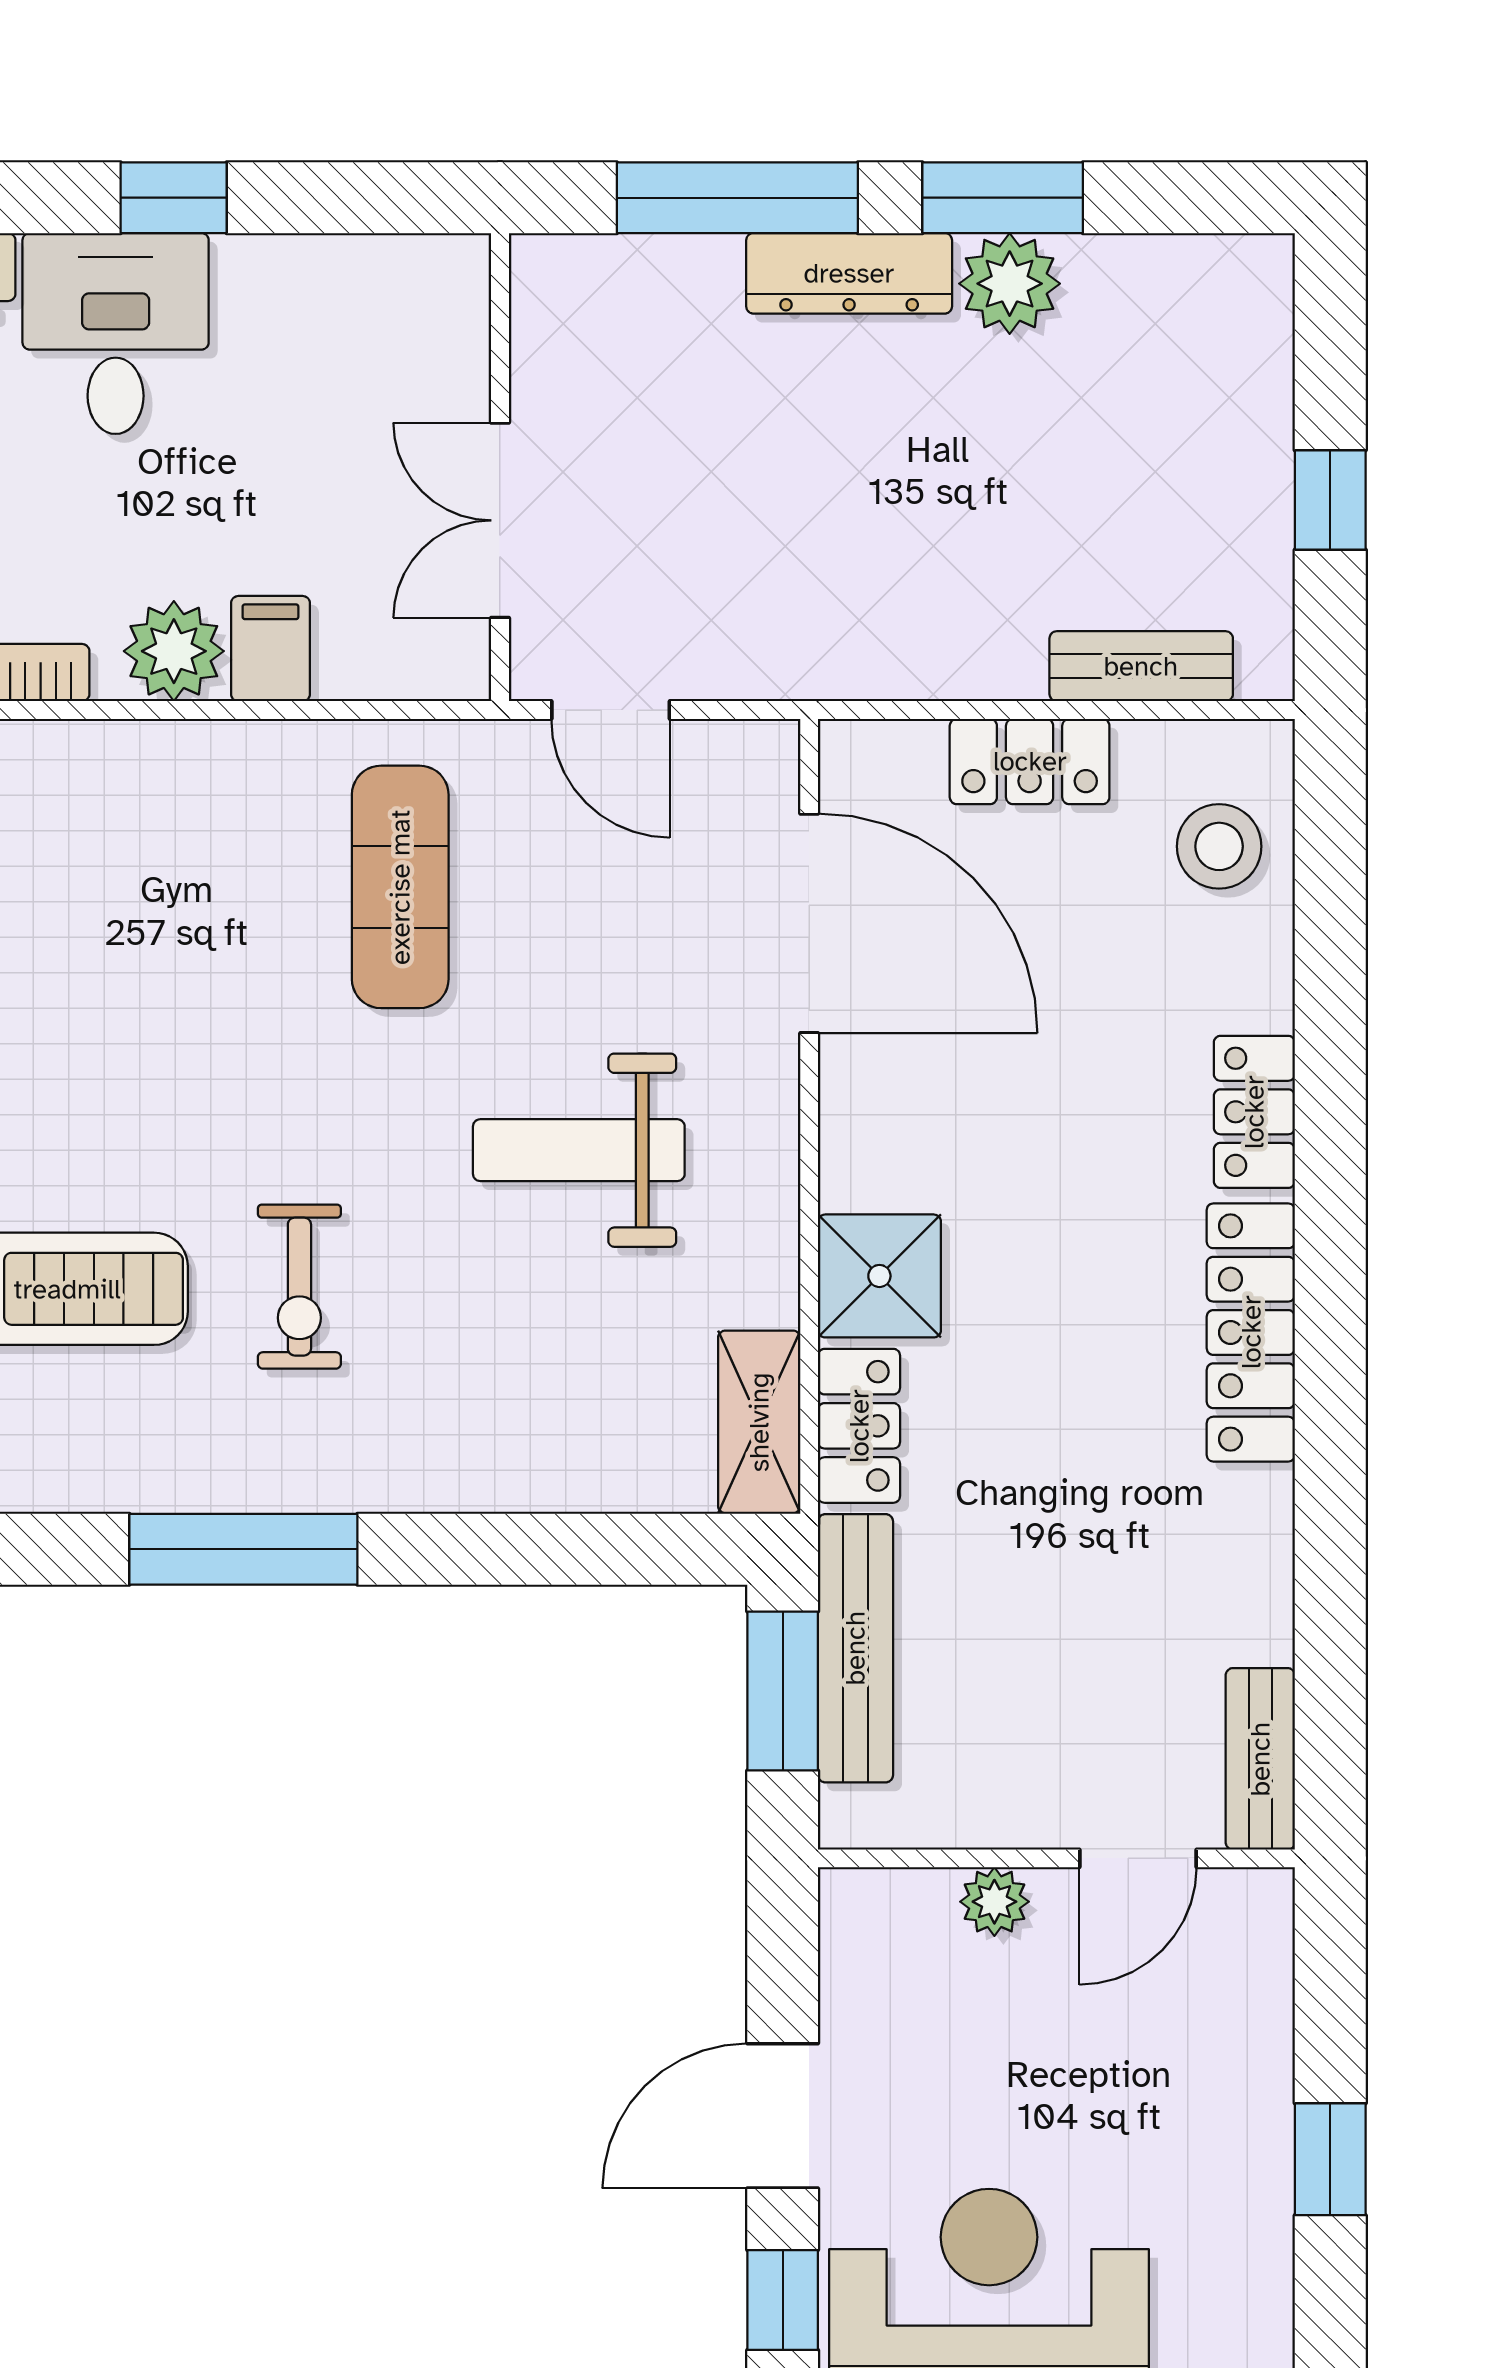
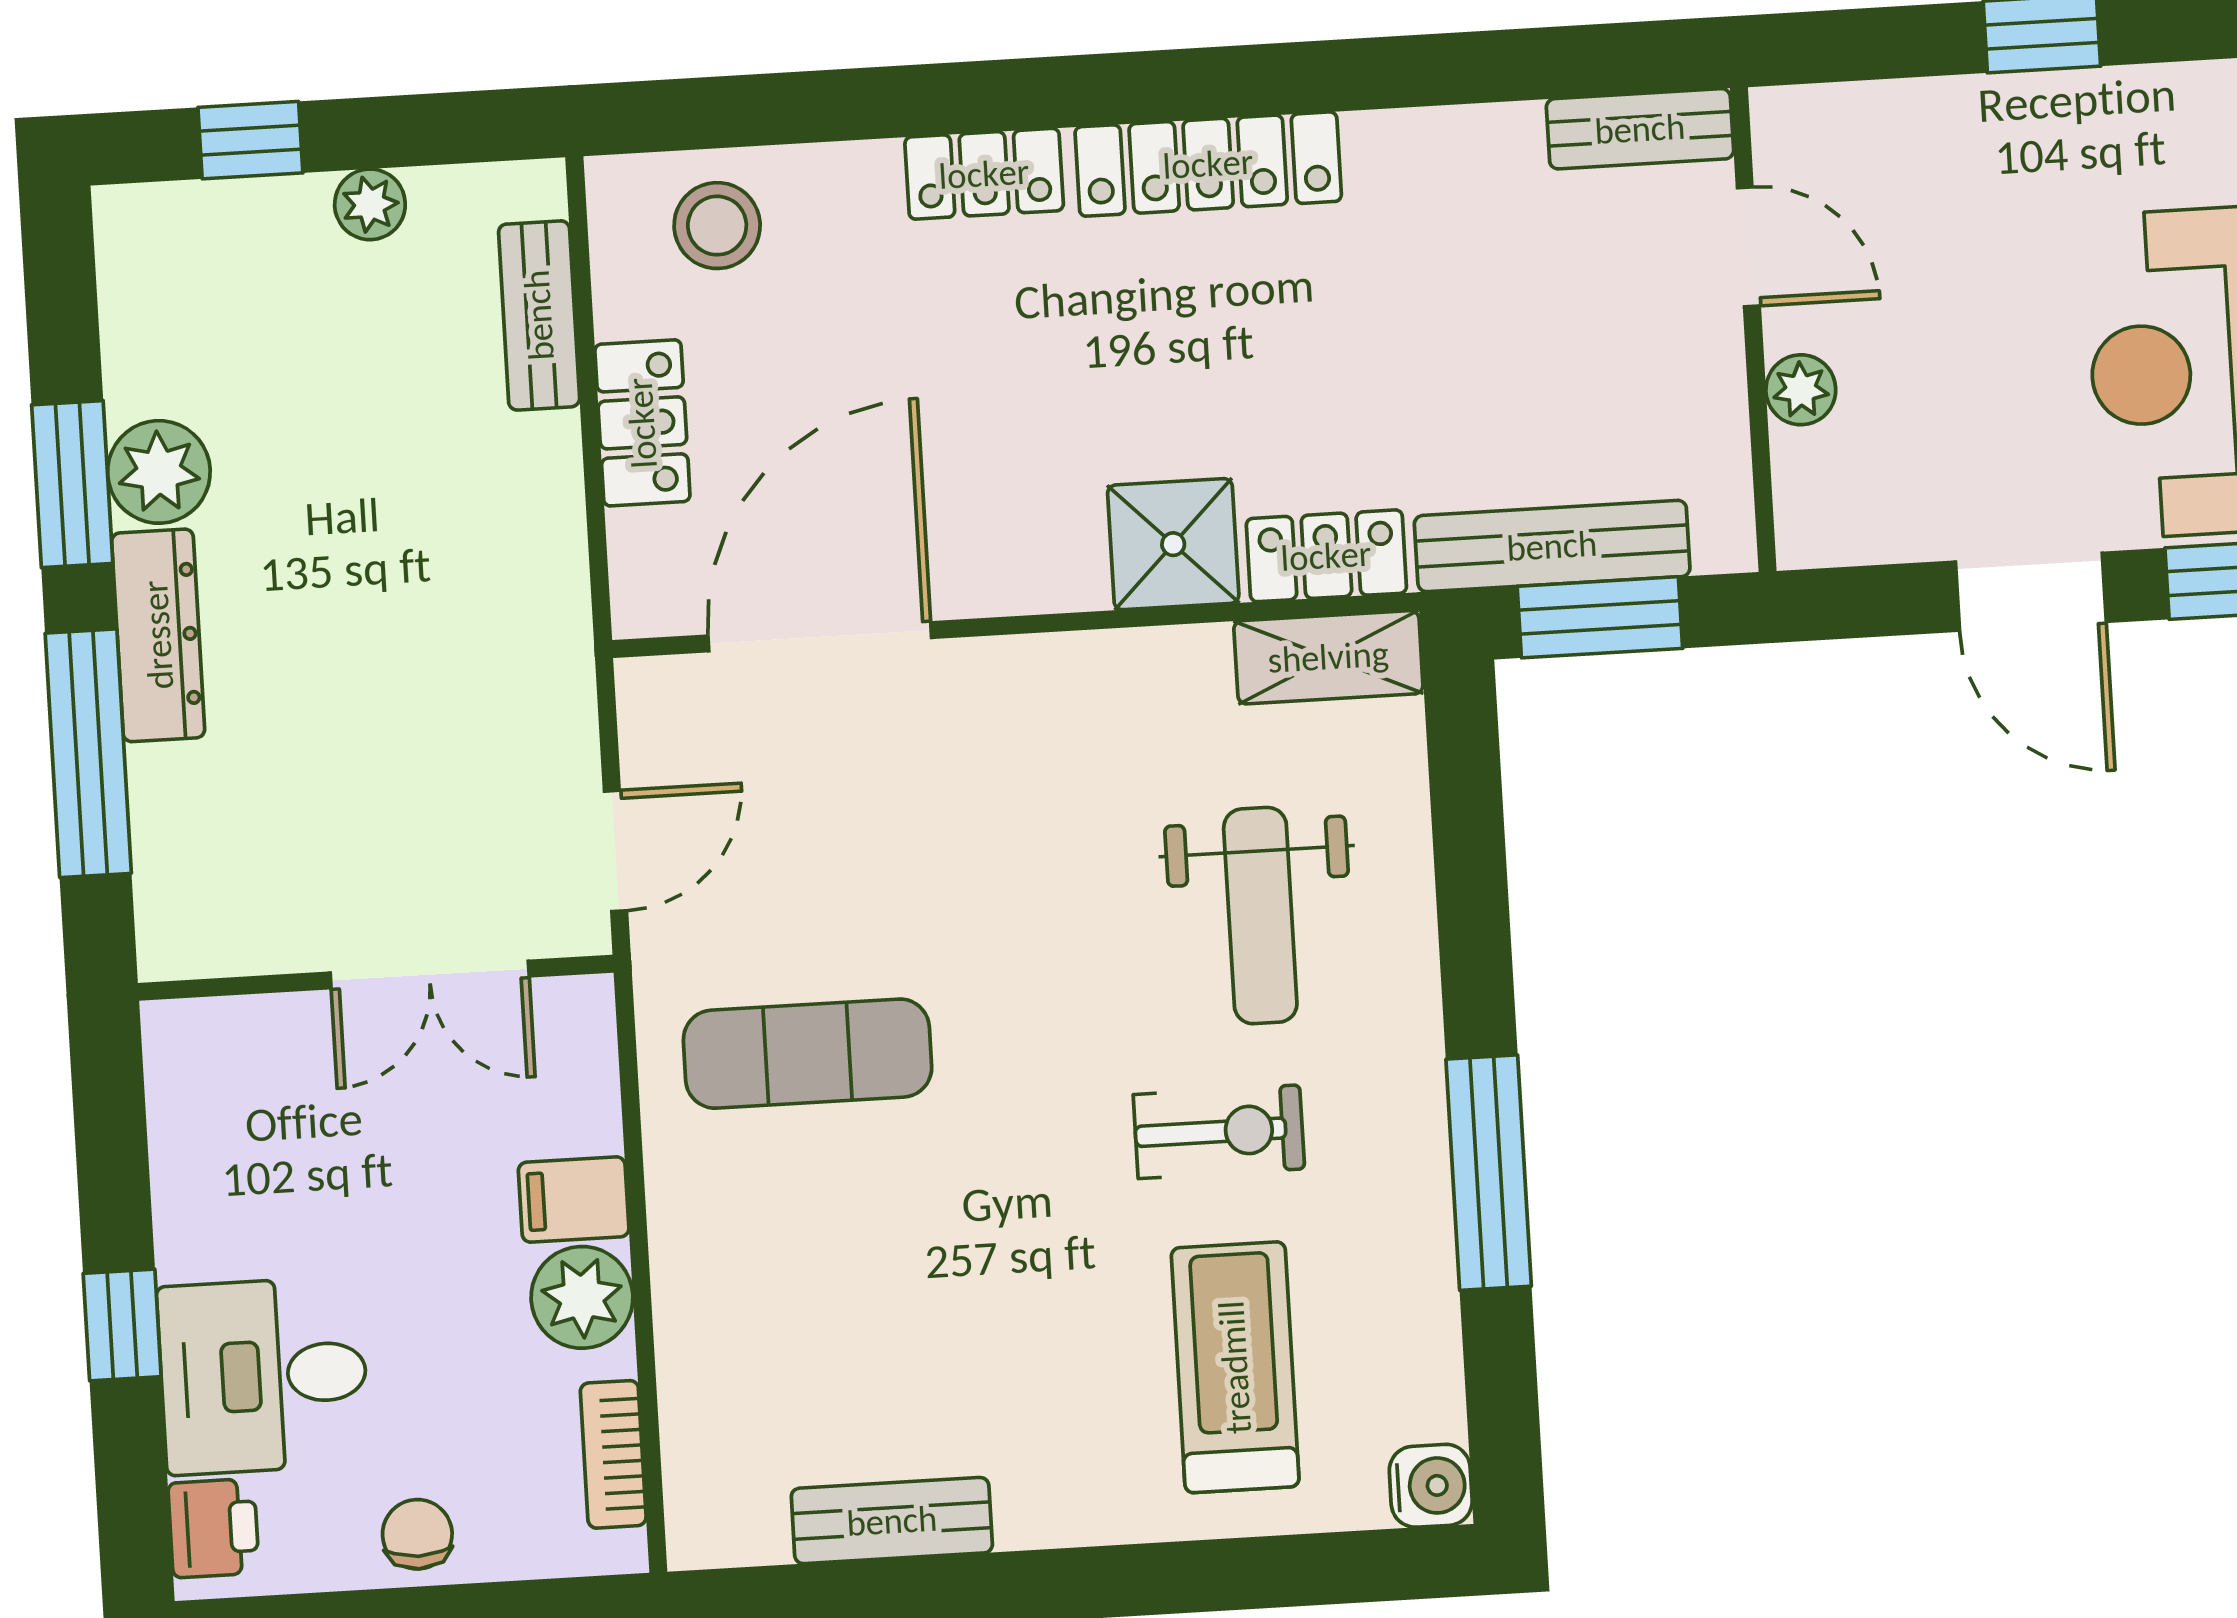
window: (1330, 500) -> (250, 140), moved
plant: (1260, 507) -> (370, 204), added
weight bench: (579, 1150) -> (1260, 916), moved

